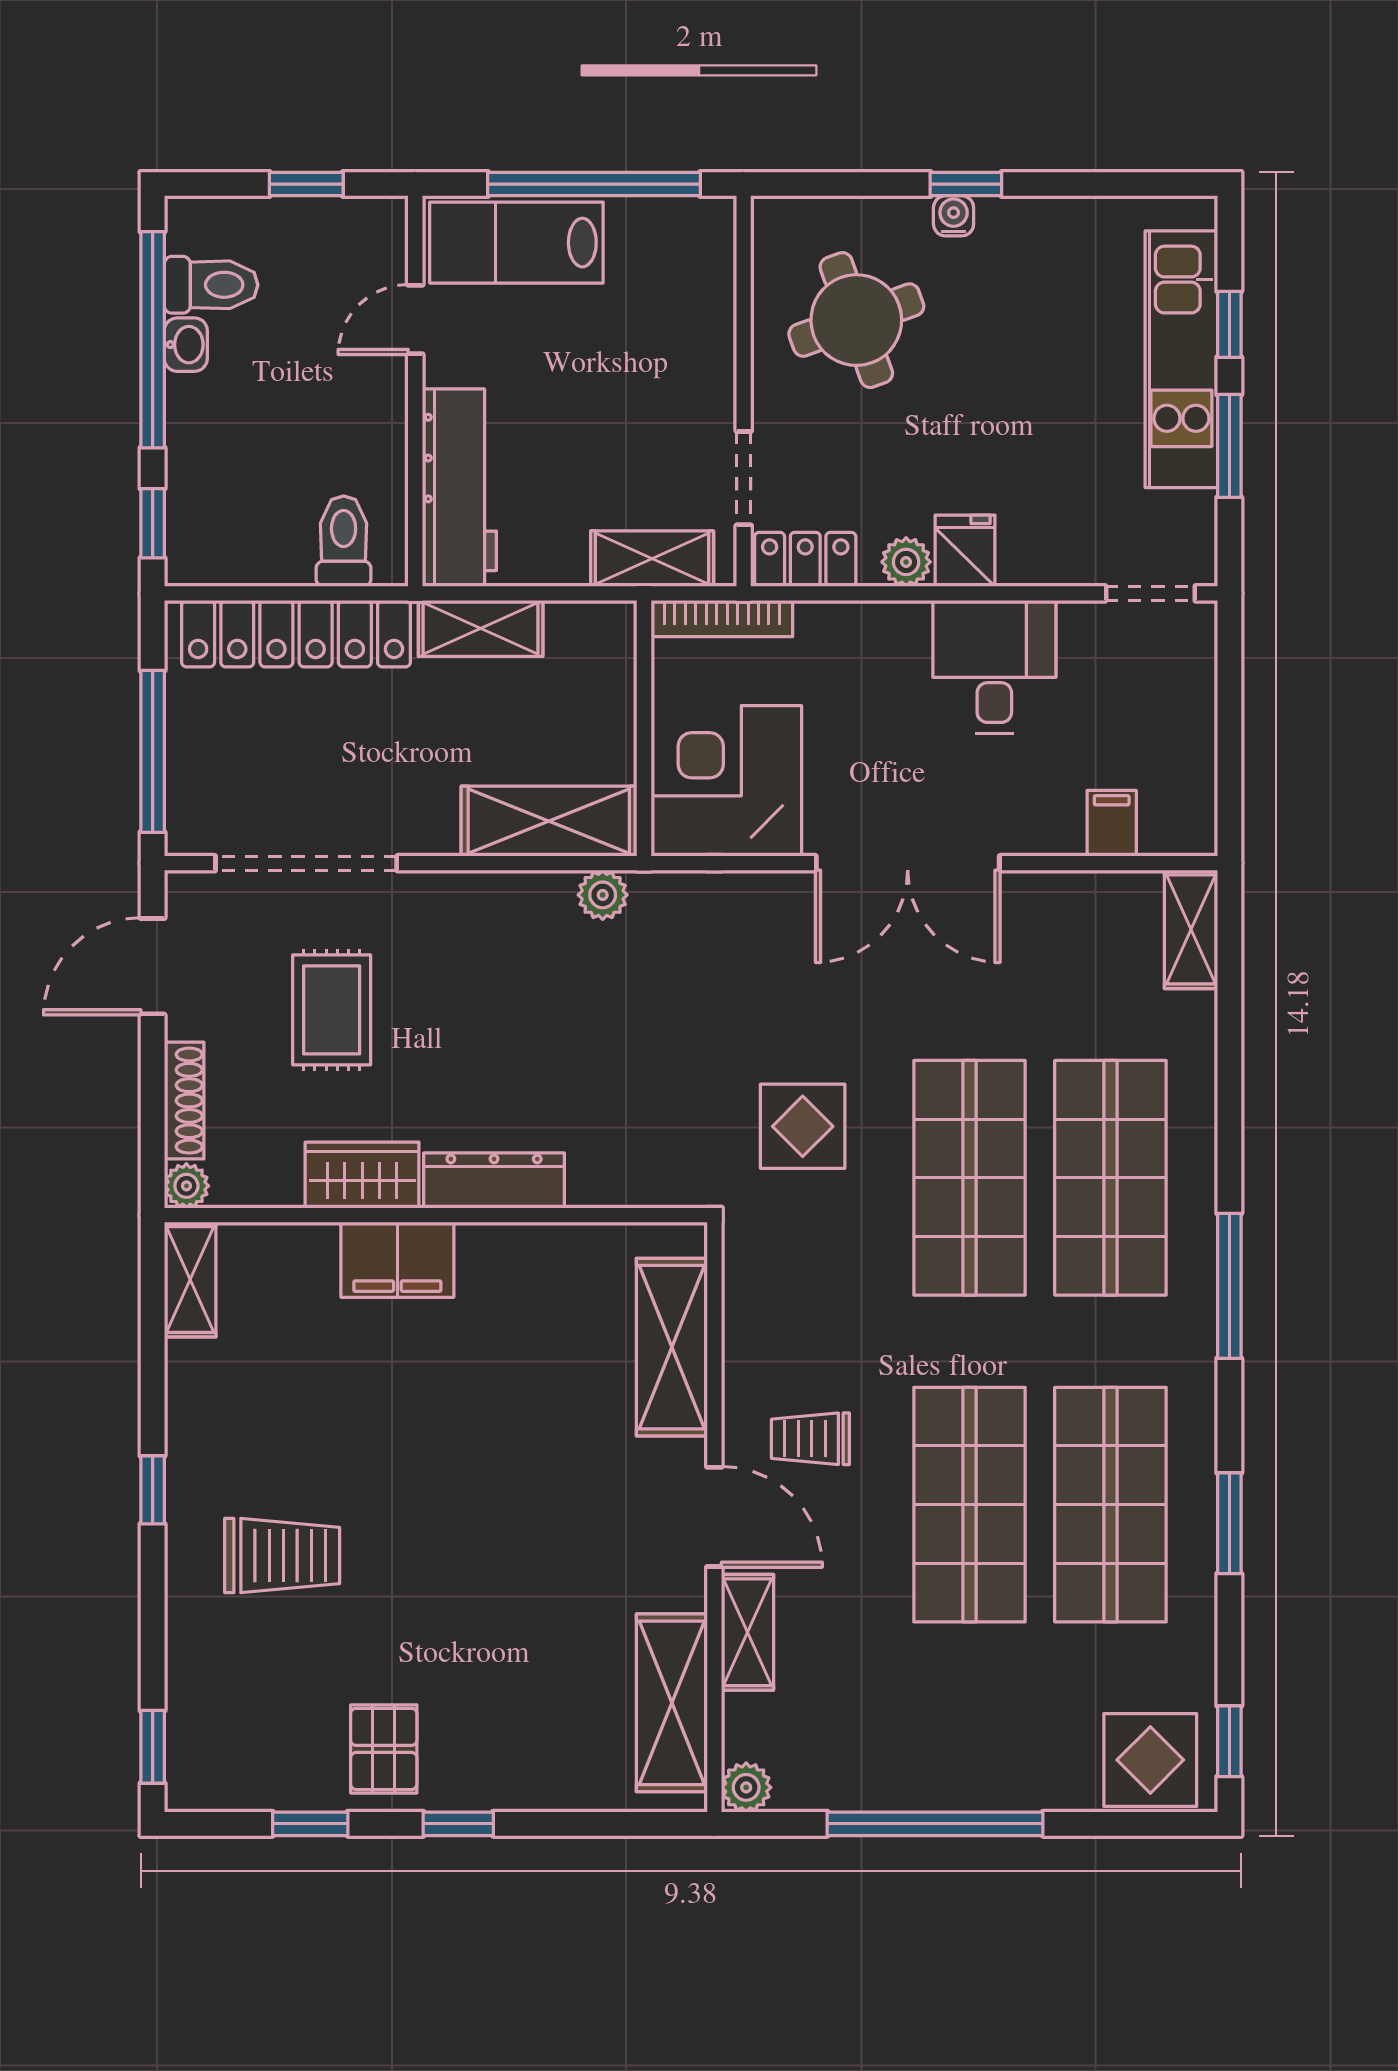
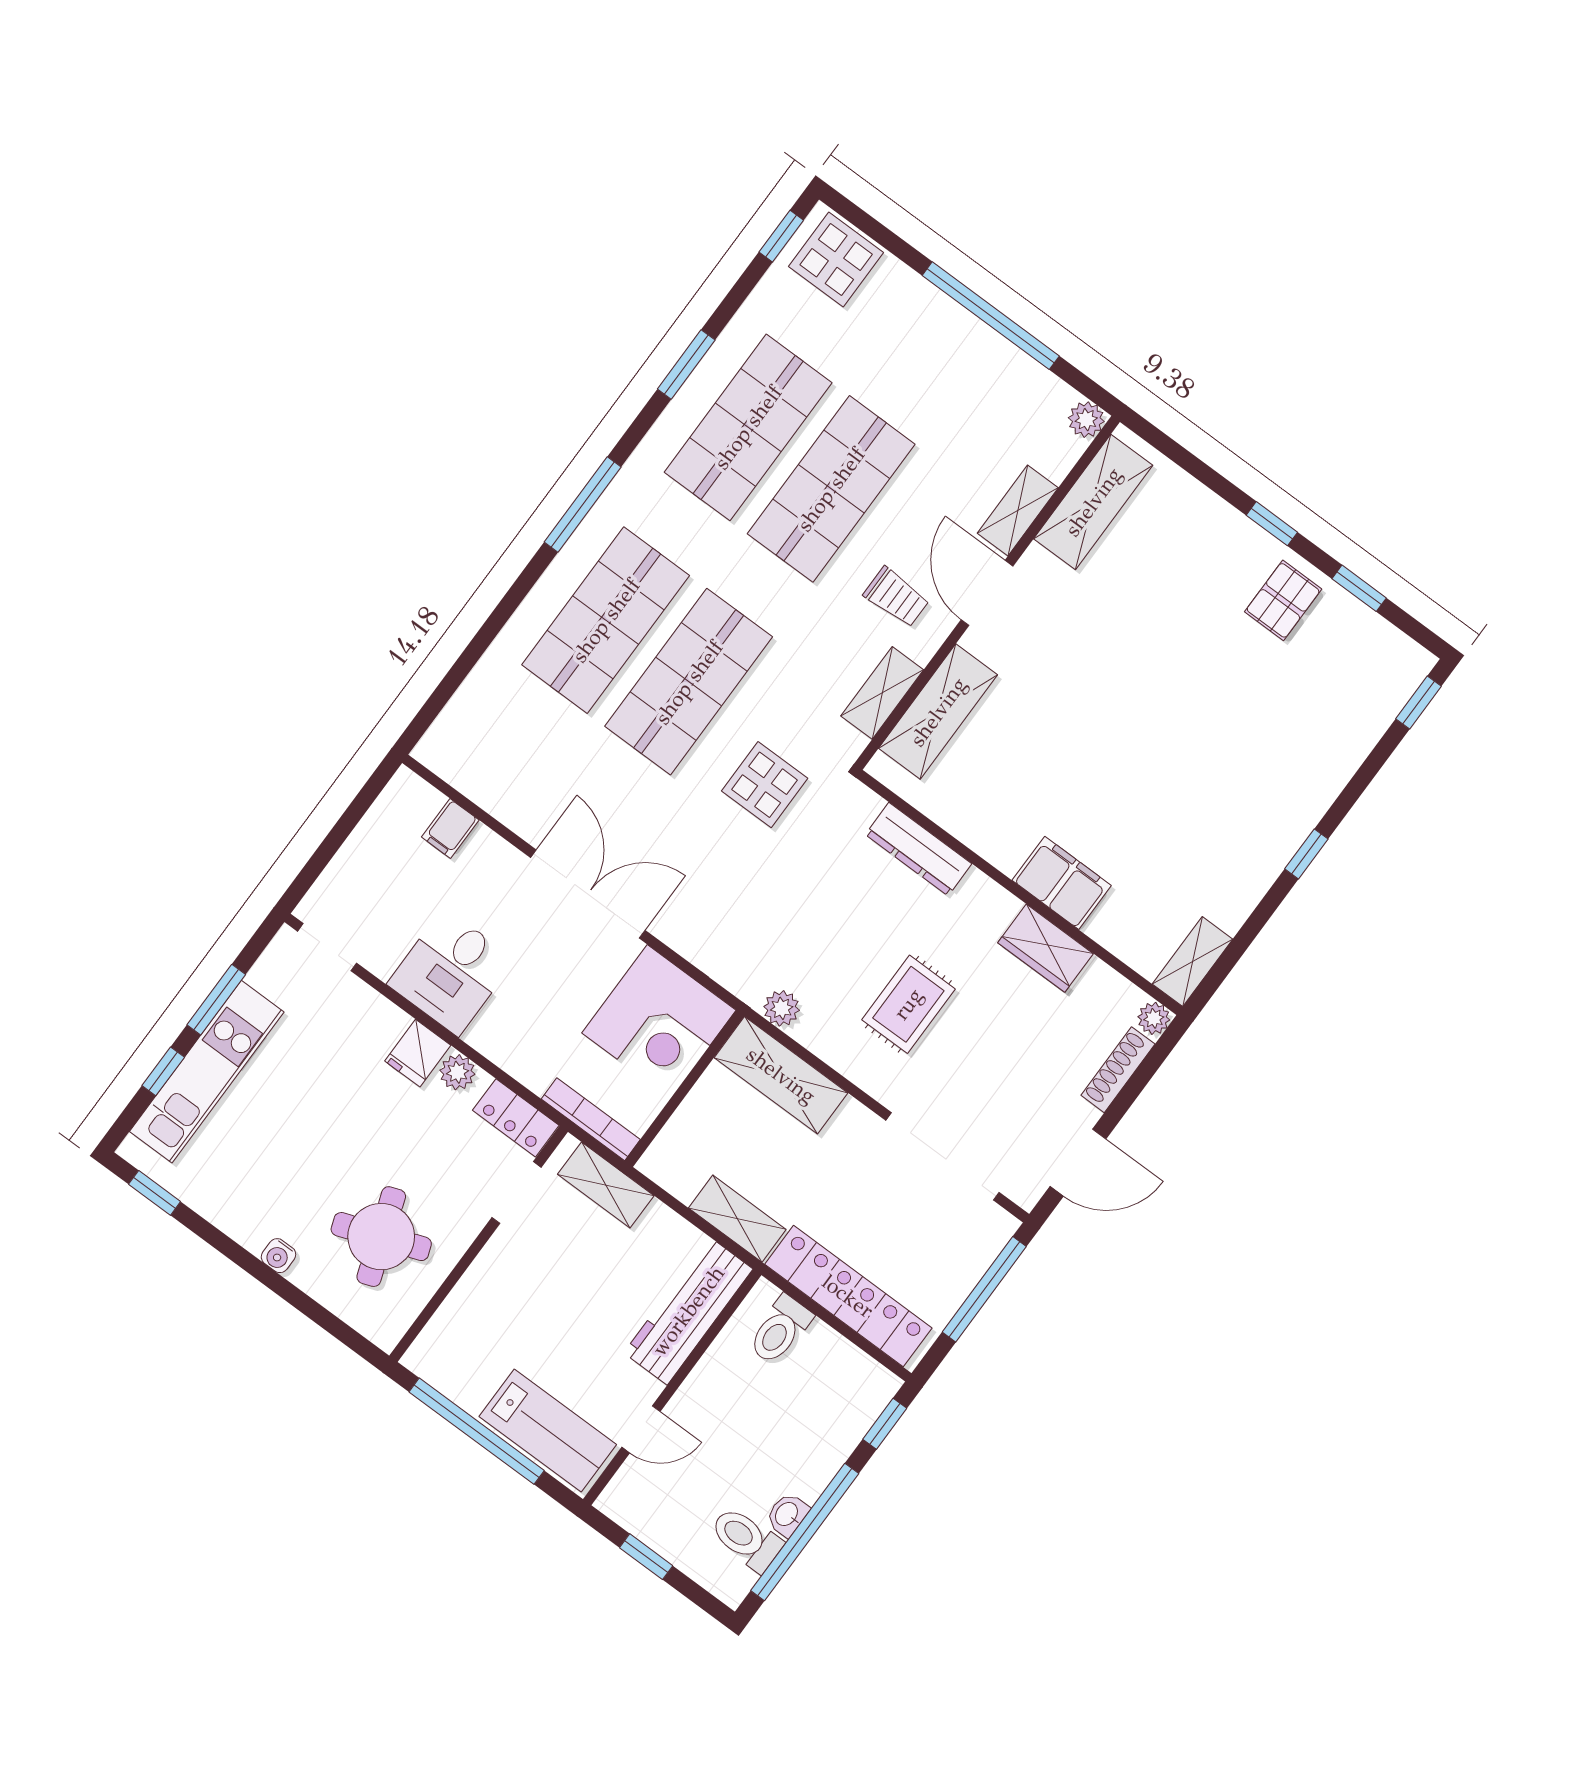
window: (966, 184) -> (155, 1193), moved
shelving: (1191, 929) -> (882, 693), moved
rug: (332, 1010) -> (908, 1004), moved
dresser: (494, 1180) -> (918, 849), moved
trolley: (282, 1556) -> (1259, 759), removed

